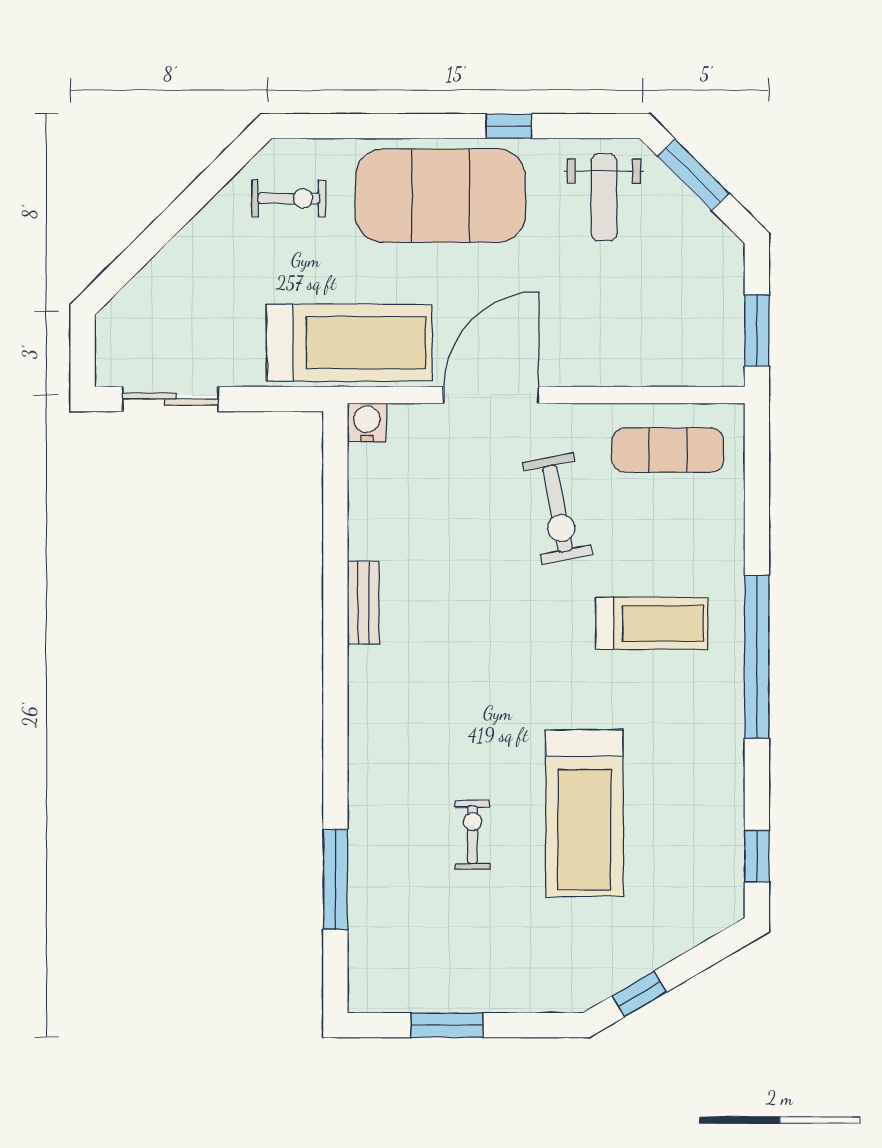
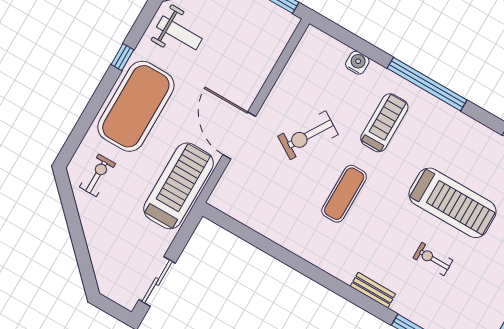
water cooler: (367, 422) -> (357, 63), moved, turned 90
exercise mat: (668, 450) -> (344, 194), moved
exercise bike: (558, 509) -> (308, 135), turned 133
bench: (363, 603) -> (373, 290), moved

